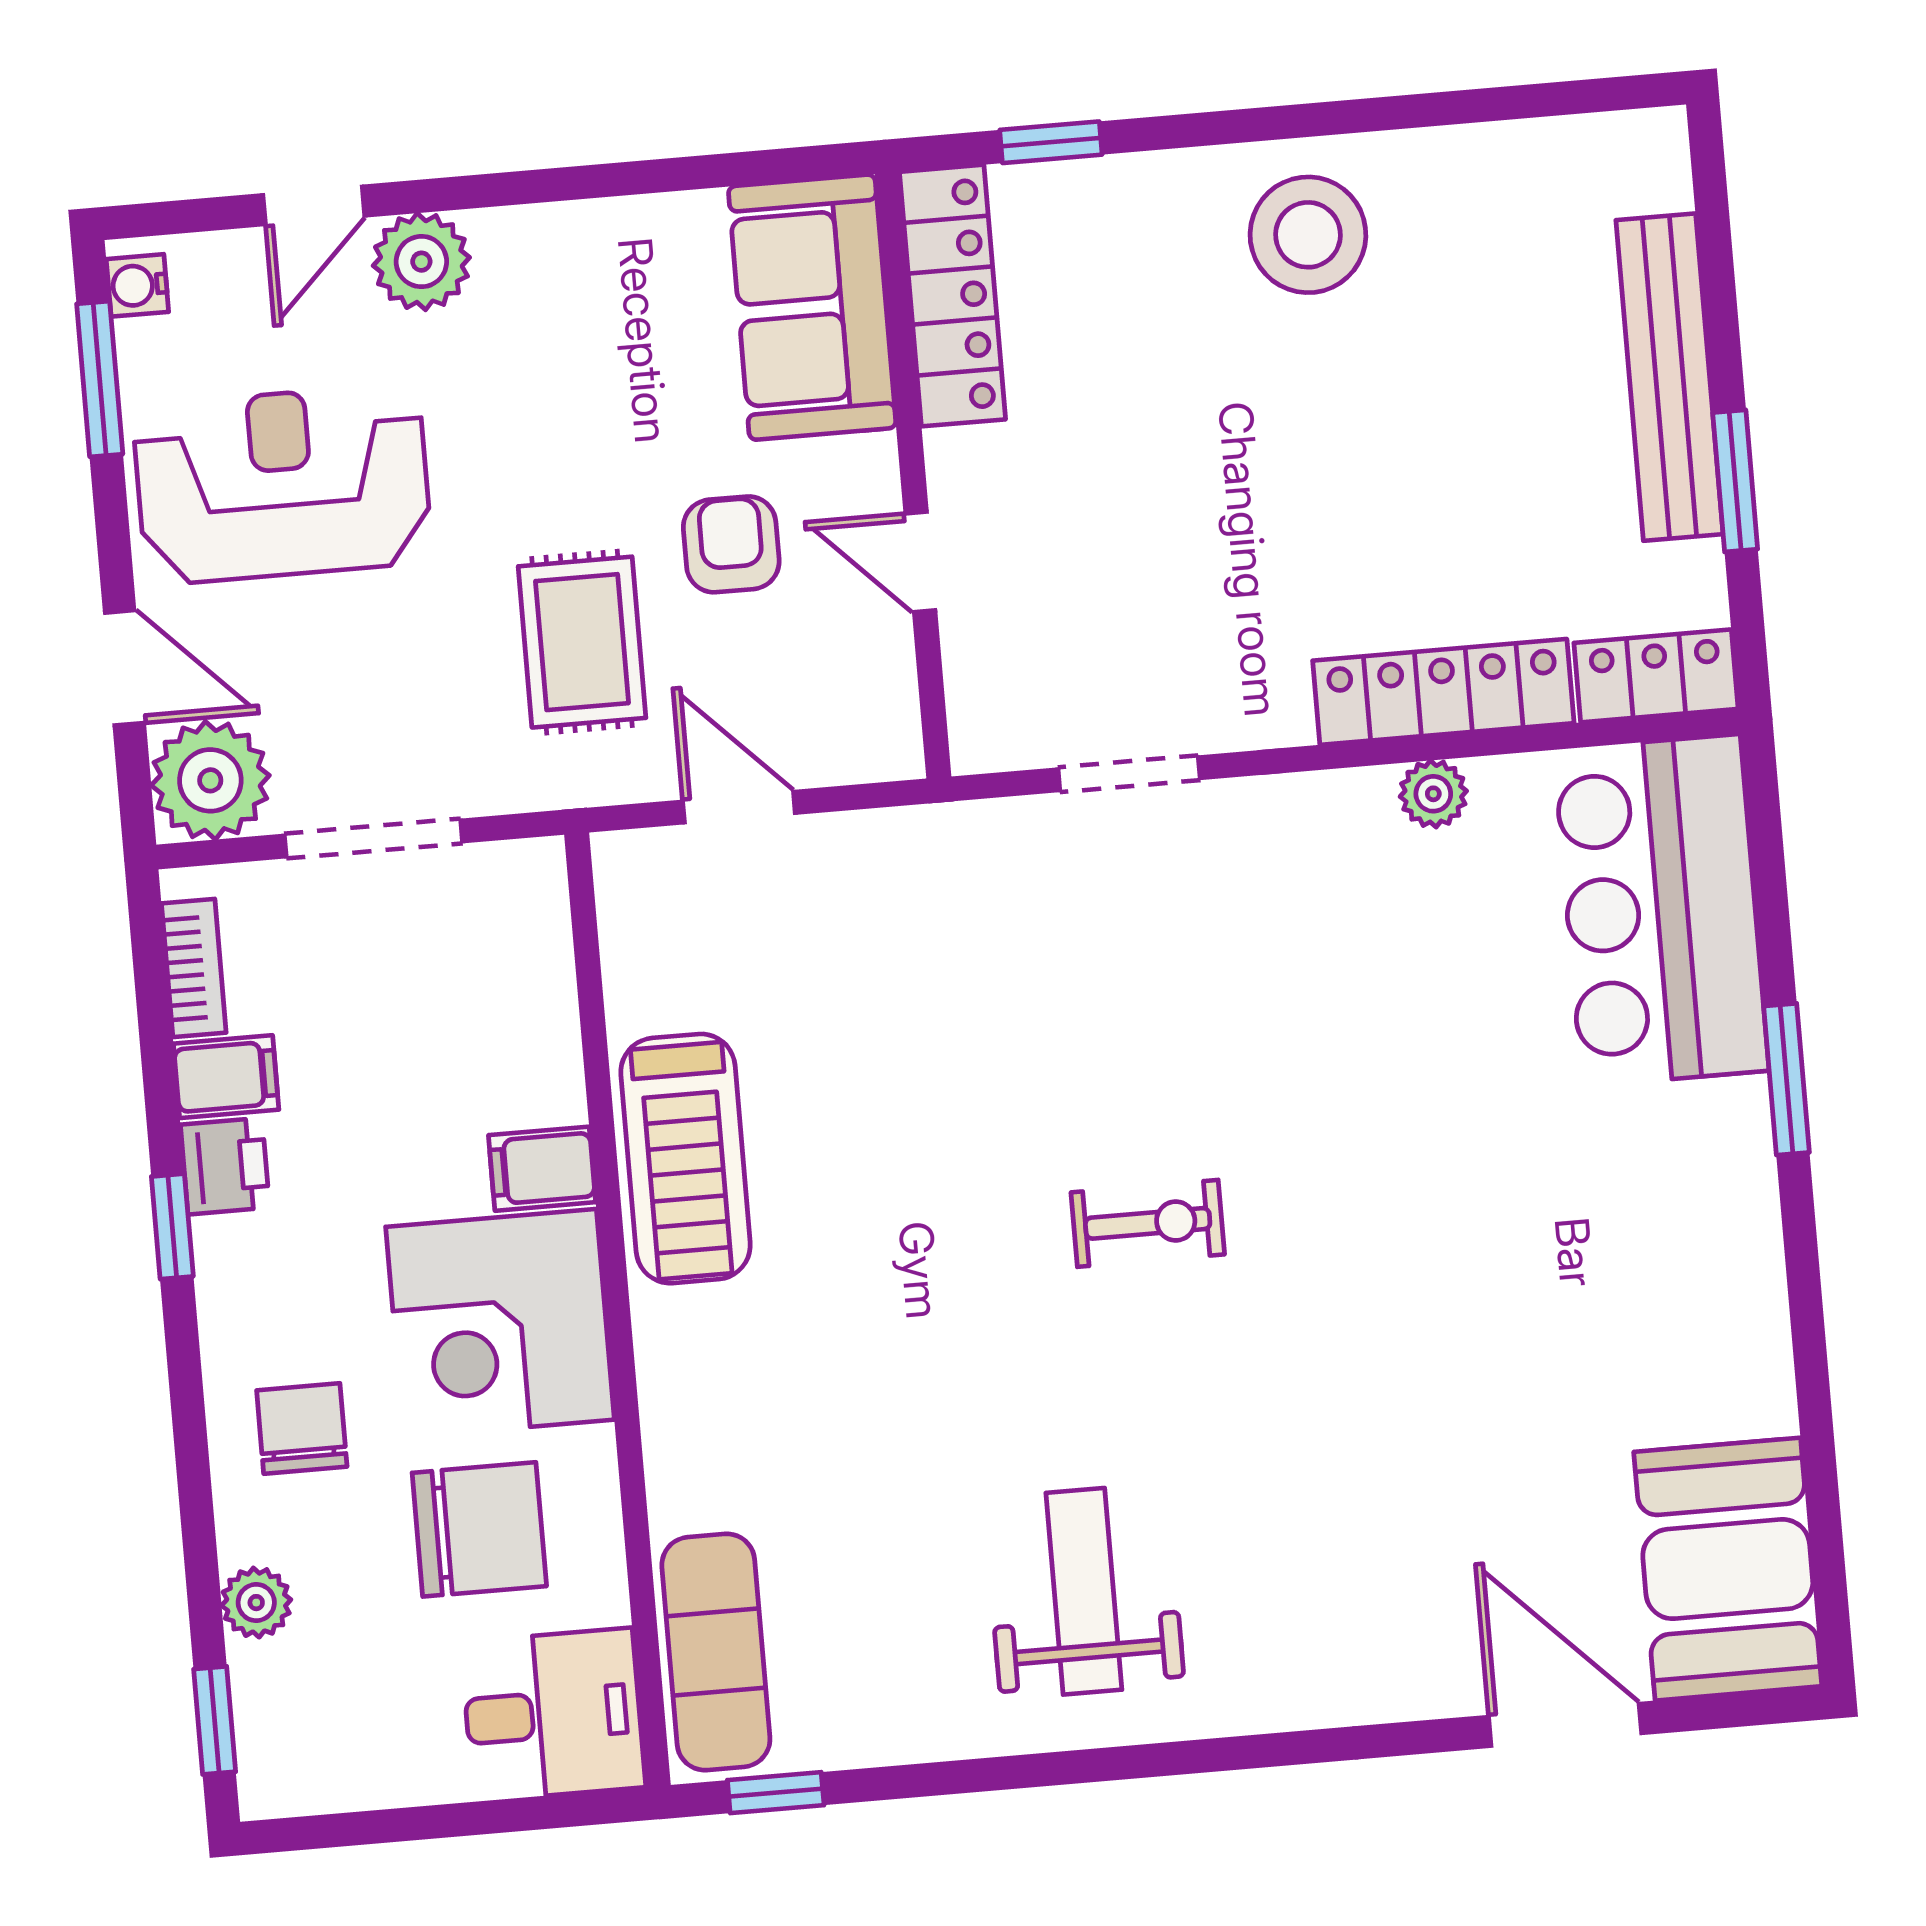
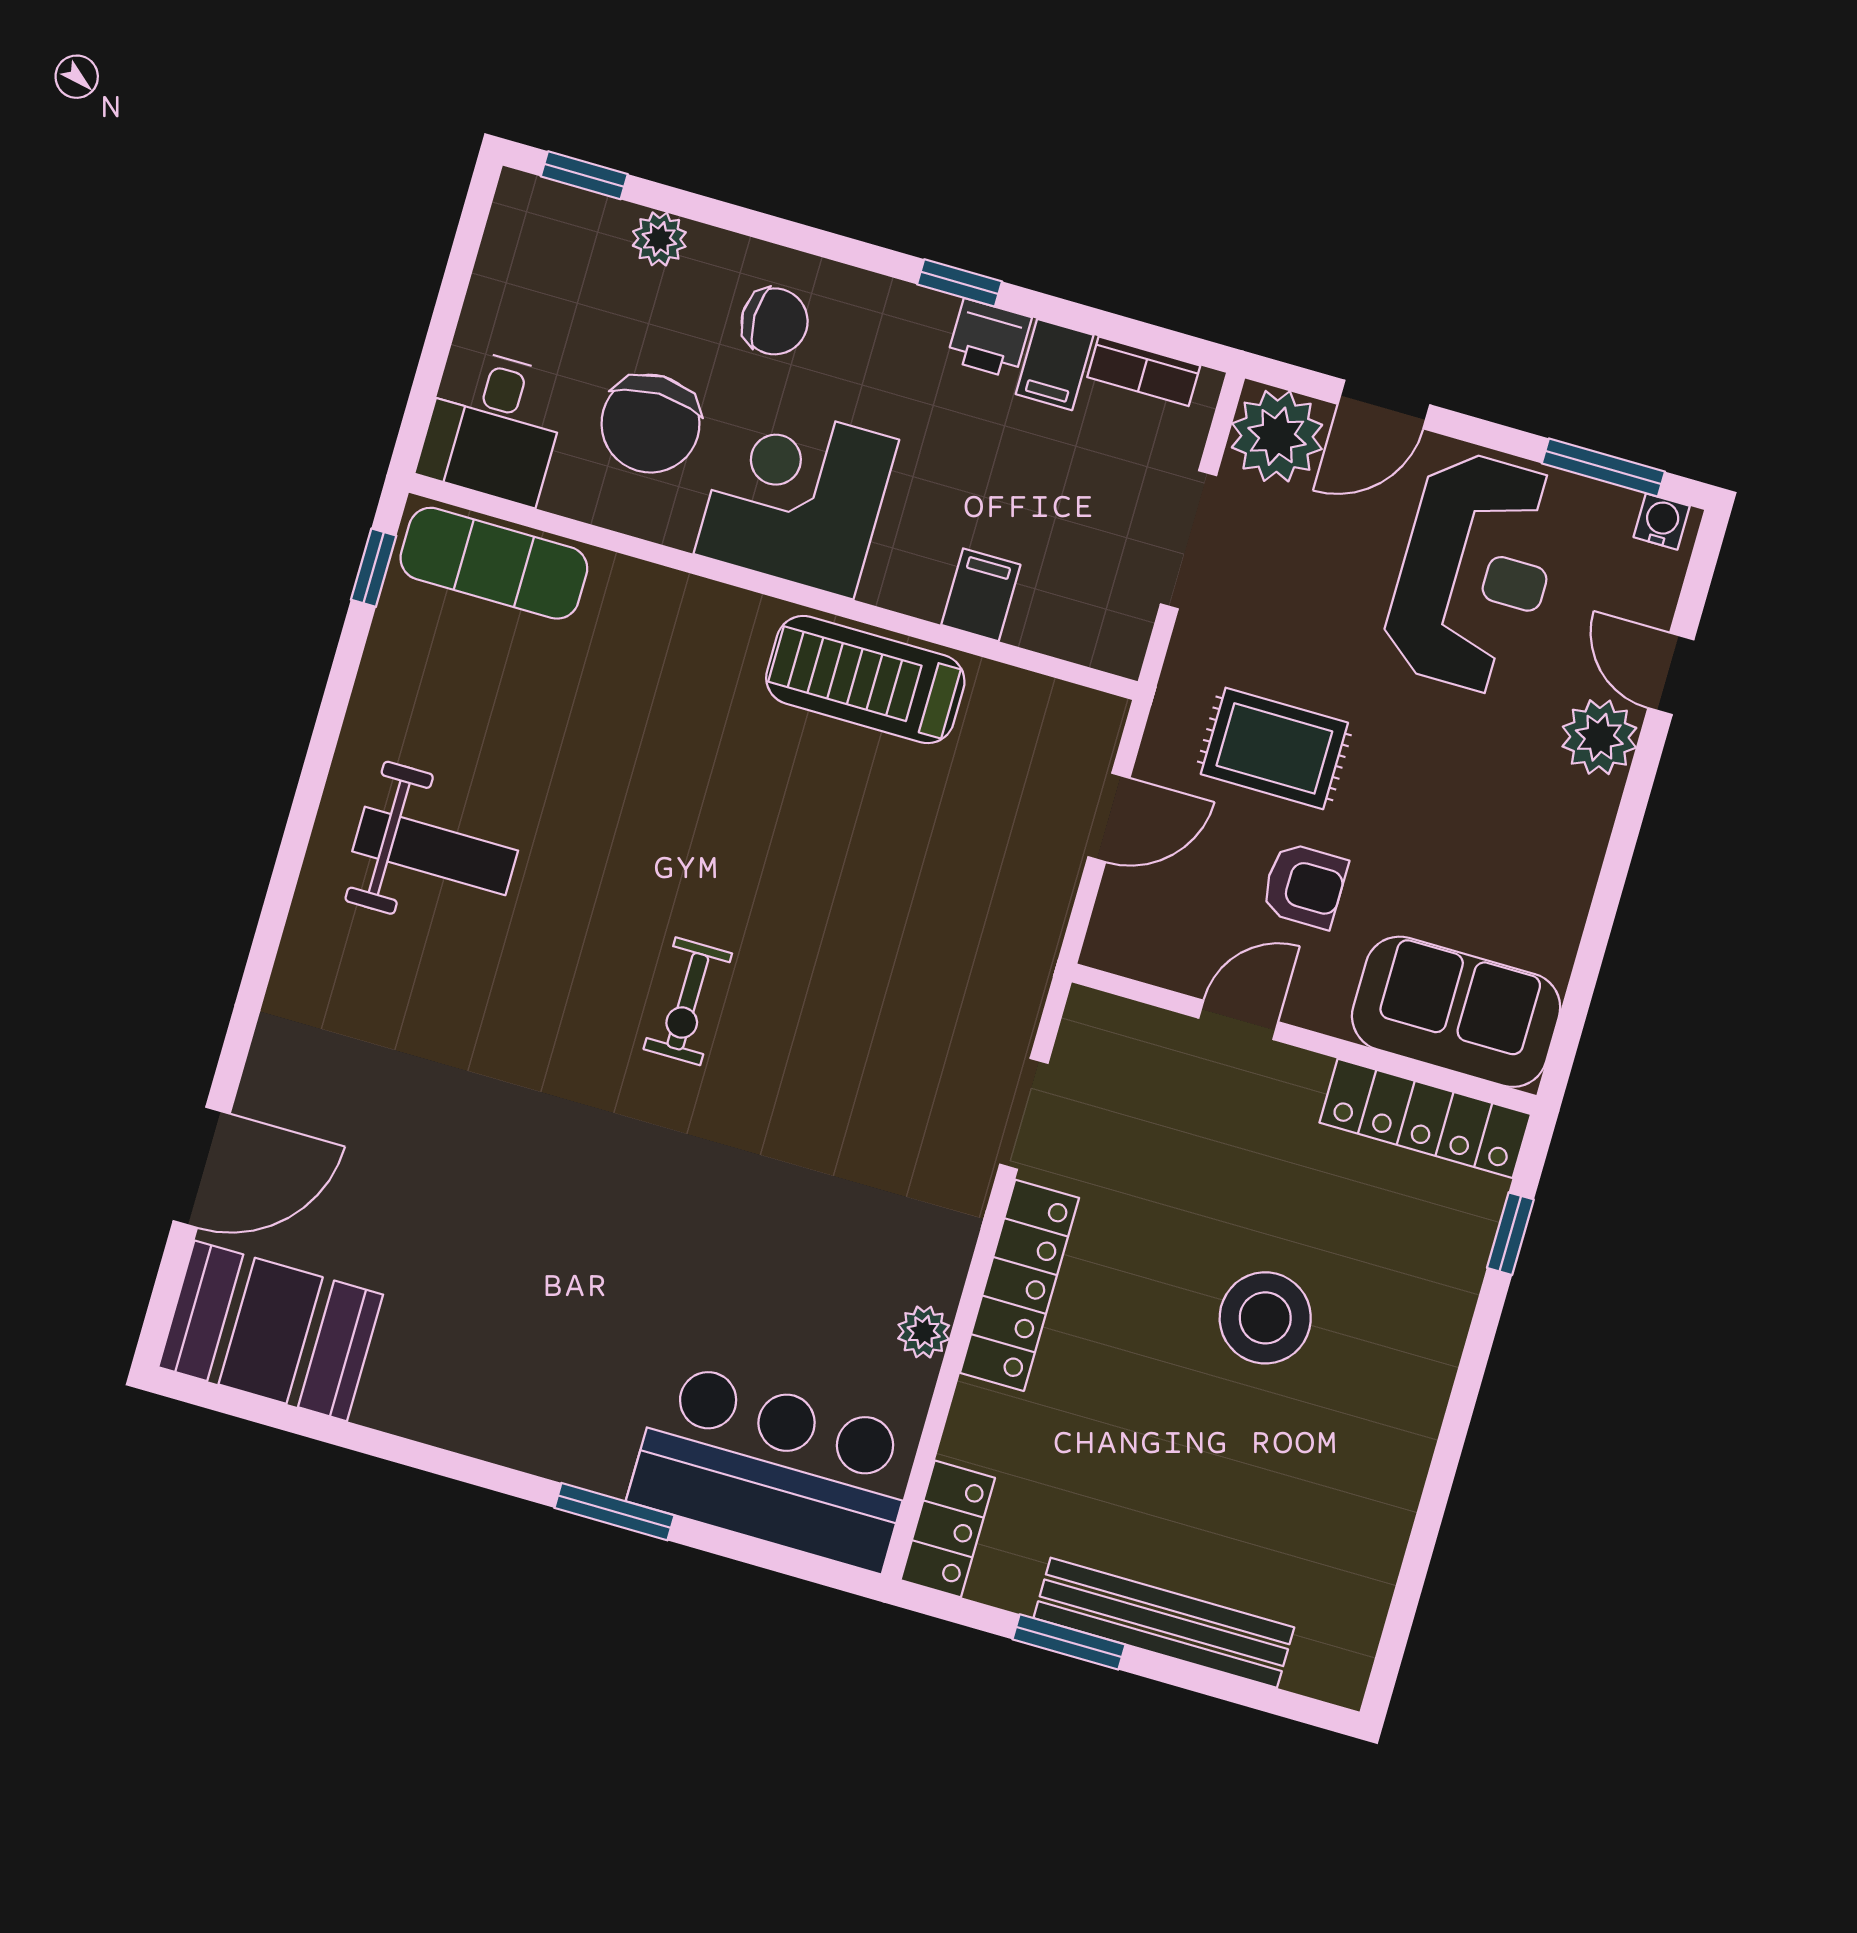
stool: (1308, 235) -> (1265, 1318), moved
locker: (1443, 692) -> (1019, 1285), moved
filing cabinet: (542, 1169) -> (981, 595), moved

